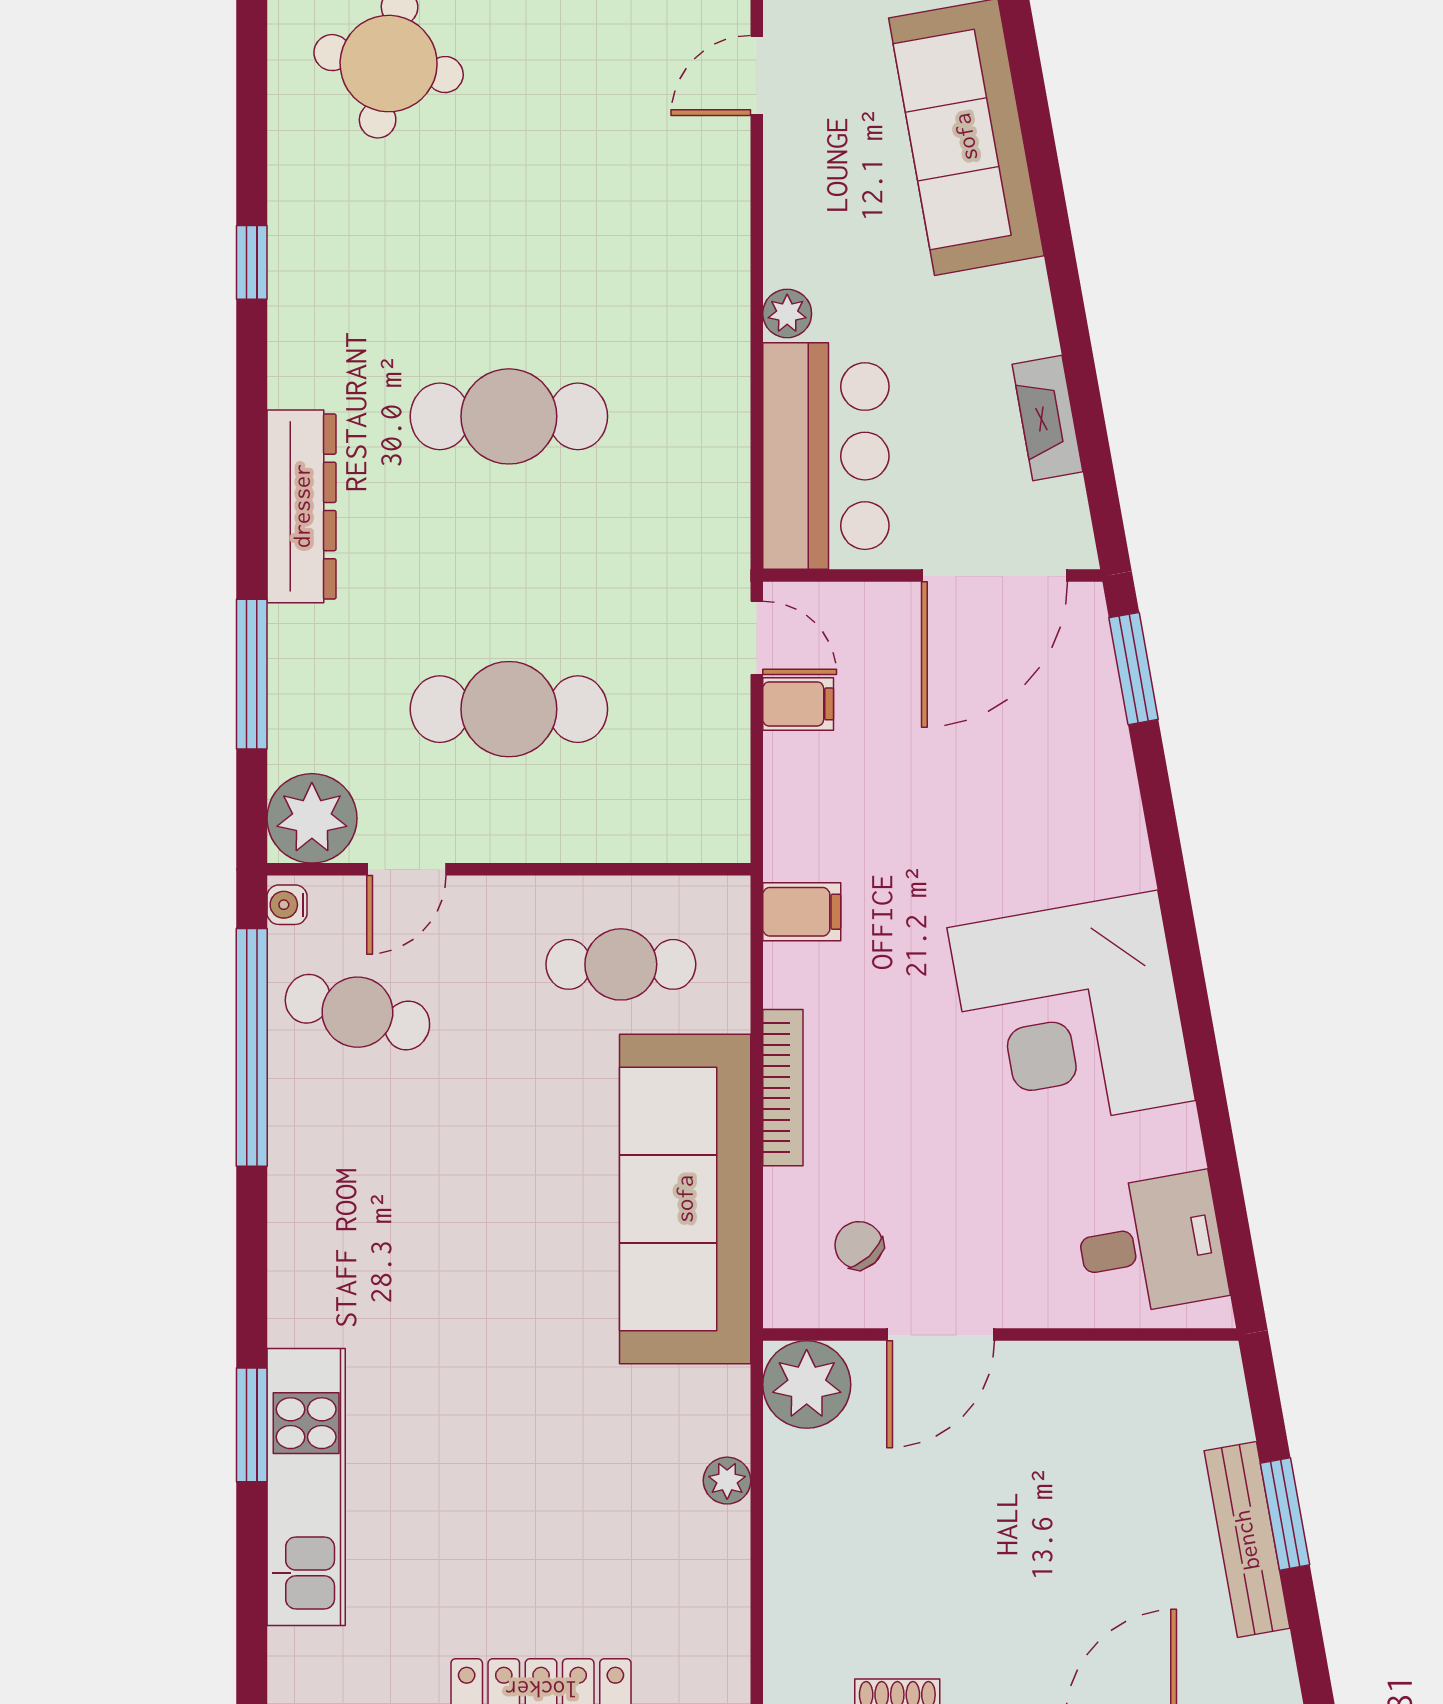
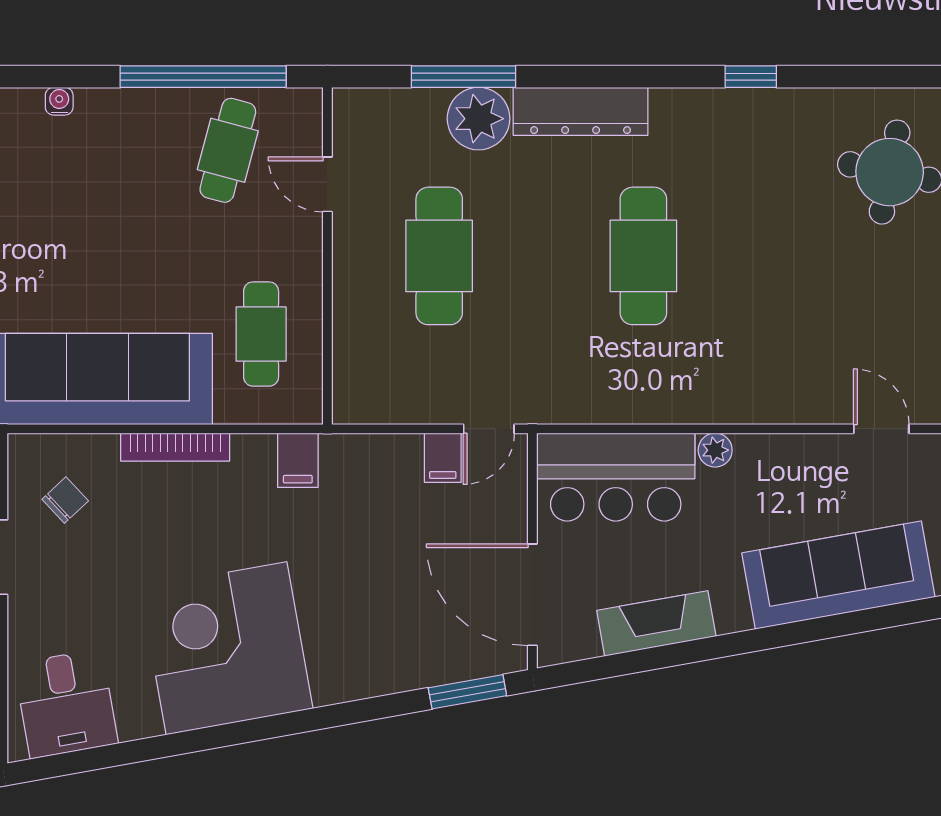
fireplace: (1047, 418) -> (656, 623), width x1.37, depth x1.32
plant: (312, 818) -> (479, 119), moved
water cooler: (287, 905) -> (59, 101), moved

